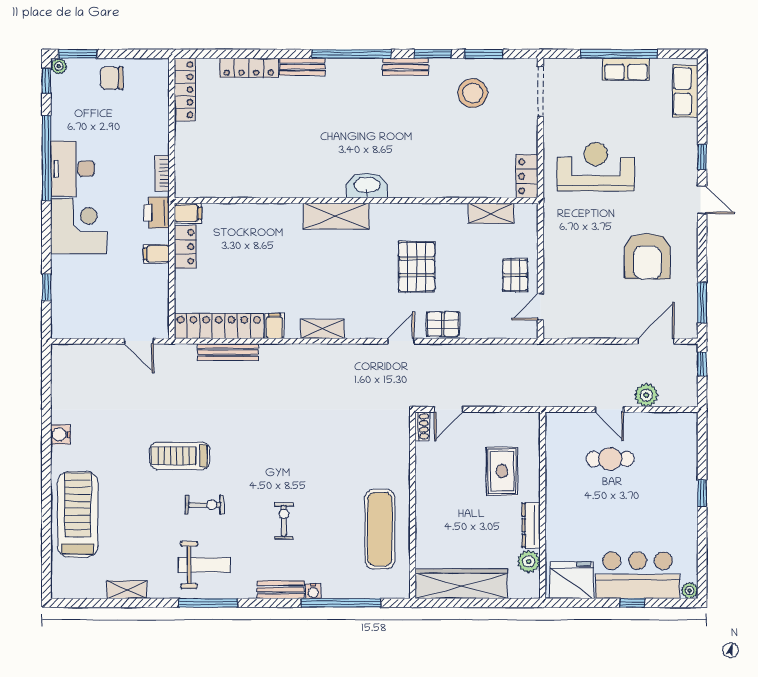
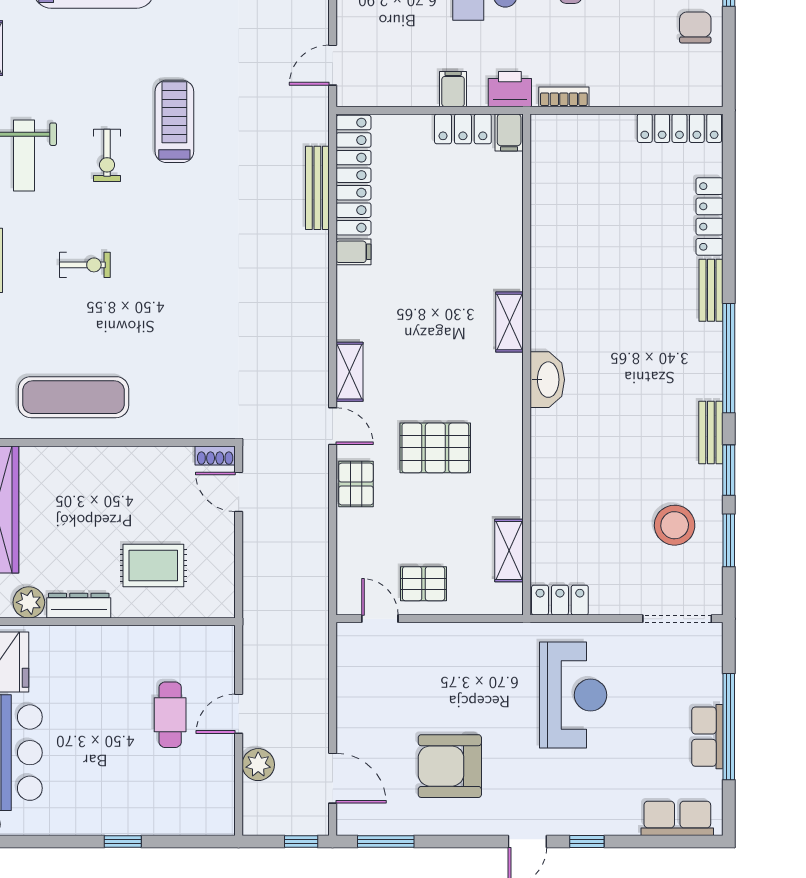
shelving: (336, 216) -> (509, 322), width x0.67, depth x0.75
shelving: (322, 329) -> (349, 372), moved

